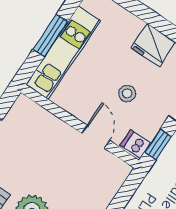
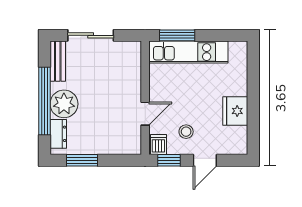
window: (50, 36) -> (177, 35), moved
stool: (127, 93) -> (186, 132), moved

